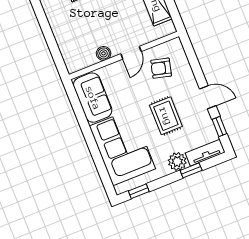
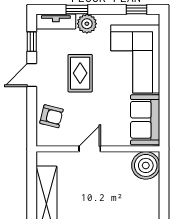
boiler: (104, 53) -> (146, 165), moved, width x1.86, depth x1.86
armchair: (161, 68) -> (51, 116), moved
door: (208, 97) -> (32, 75), hinge flipped

